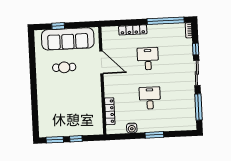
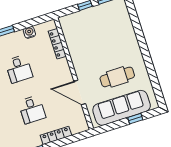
cafe table: (64, 67) -> (117, 77), width x1.37, depth x1.35

